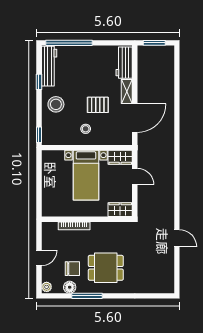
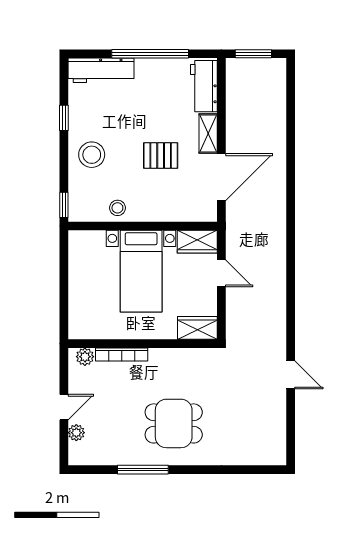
window: (69, 43) -> (150, 54), moved
workbench: (49, 66) -> (101, 70), moved, turned 90
stool: (86, 129) -> (117, 208), moved
plant: (52, 227) -> (85, 357), added
chair: (72, 269) -> (119, 425), removed
plant: (47, 287) -> (76, 433), moved
floor lamp: (70, 287) -> (114, 455), removed

